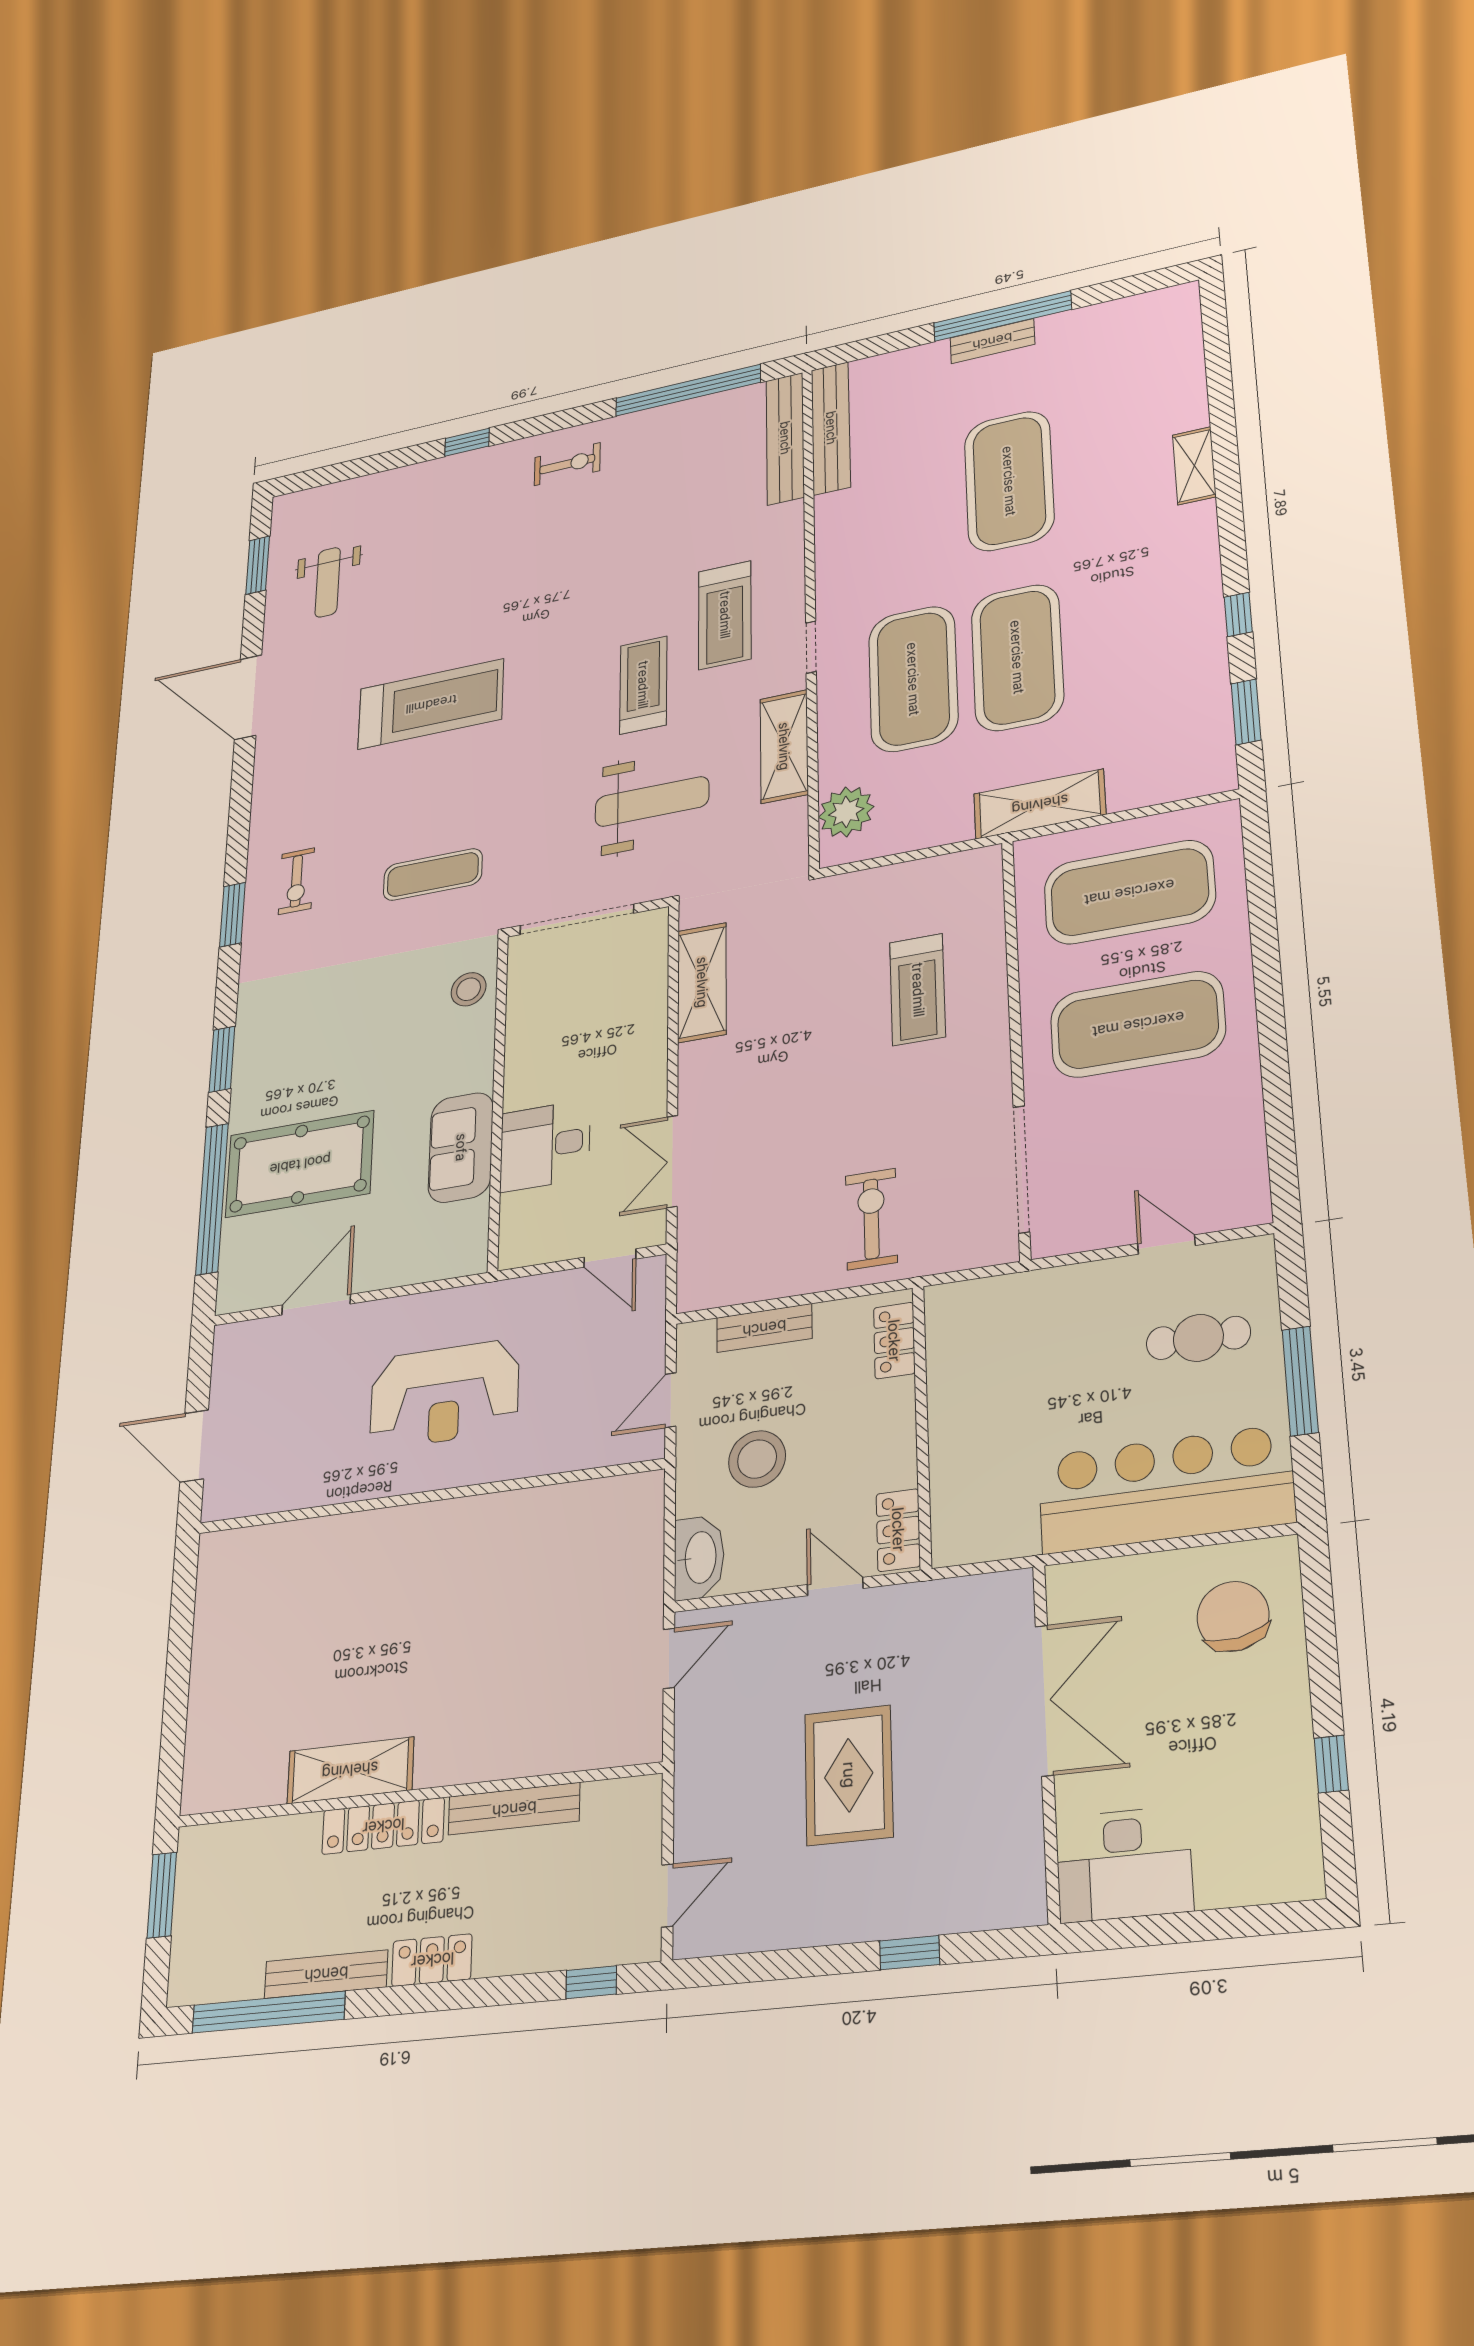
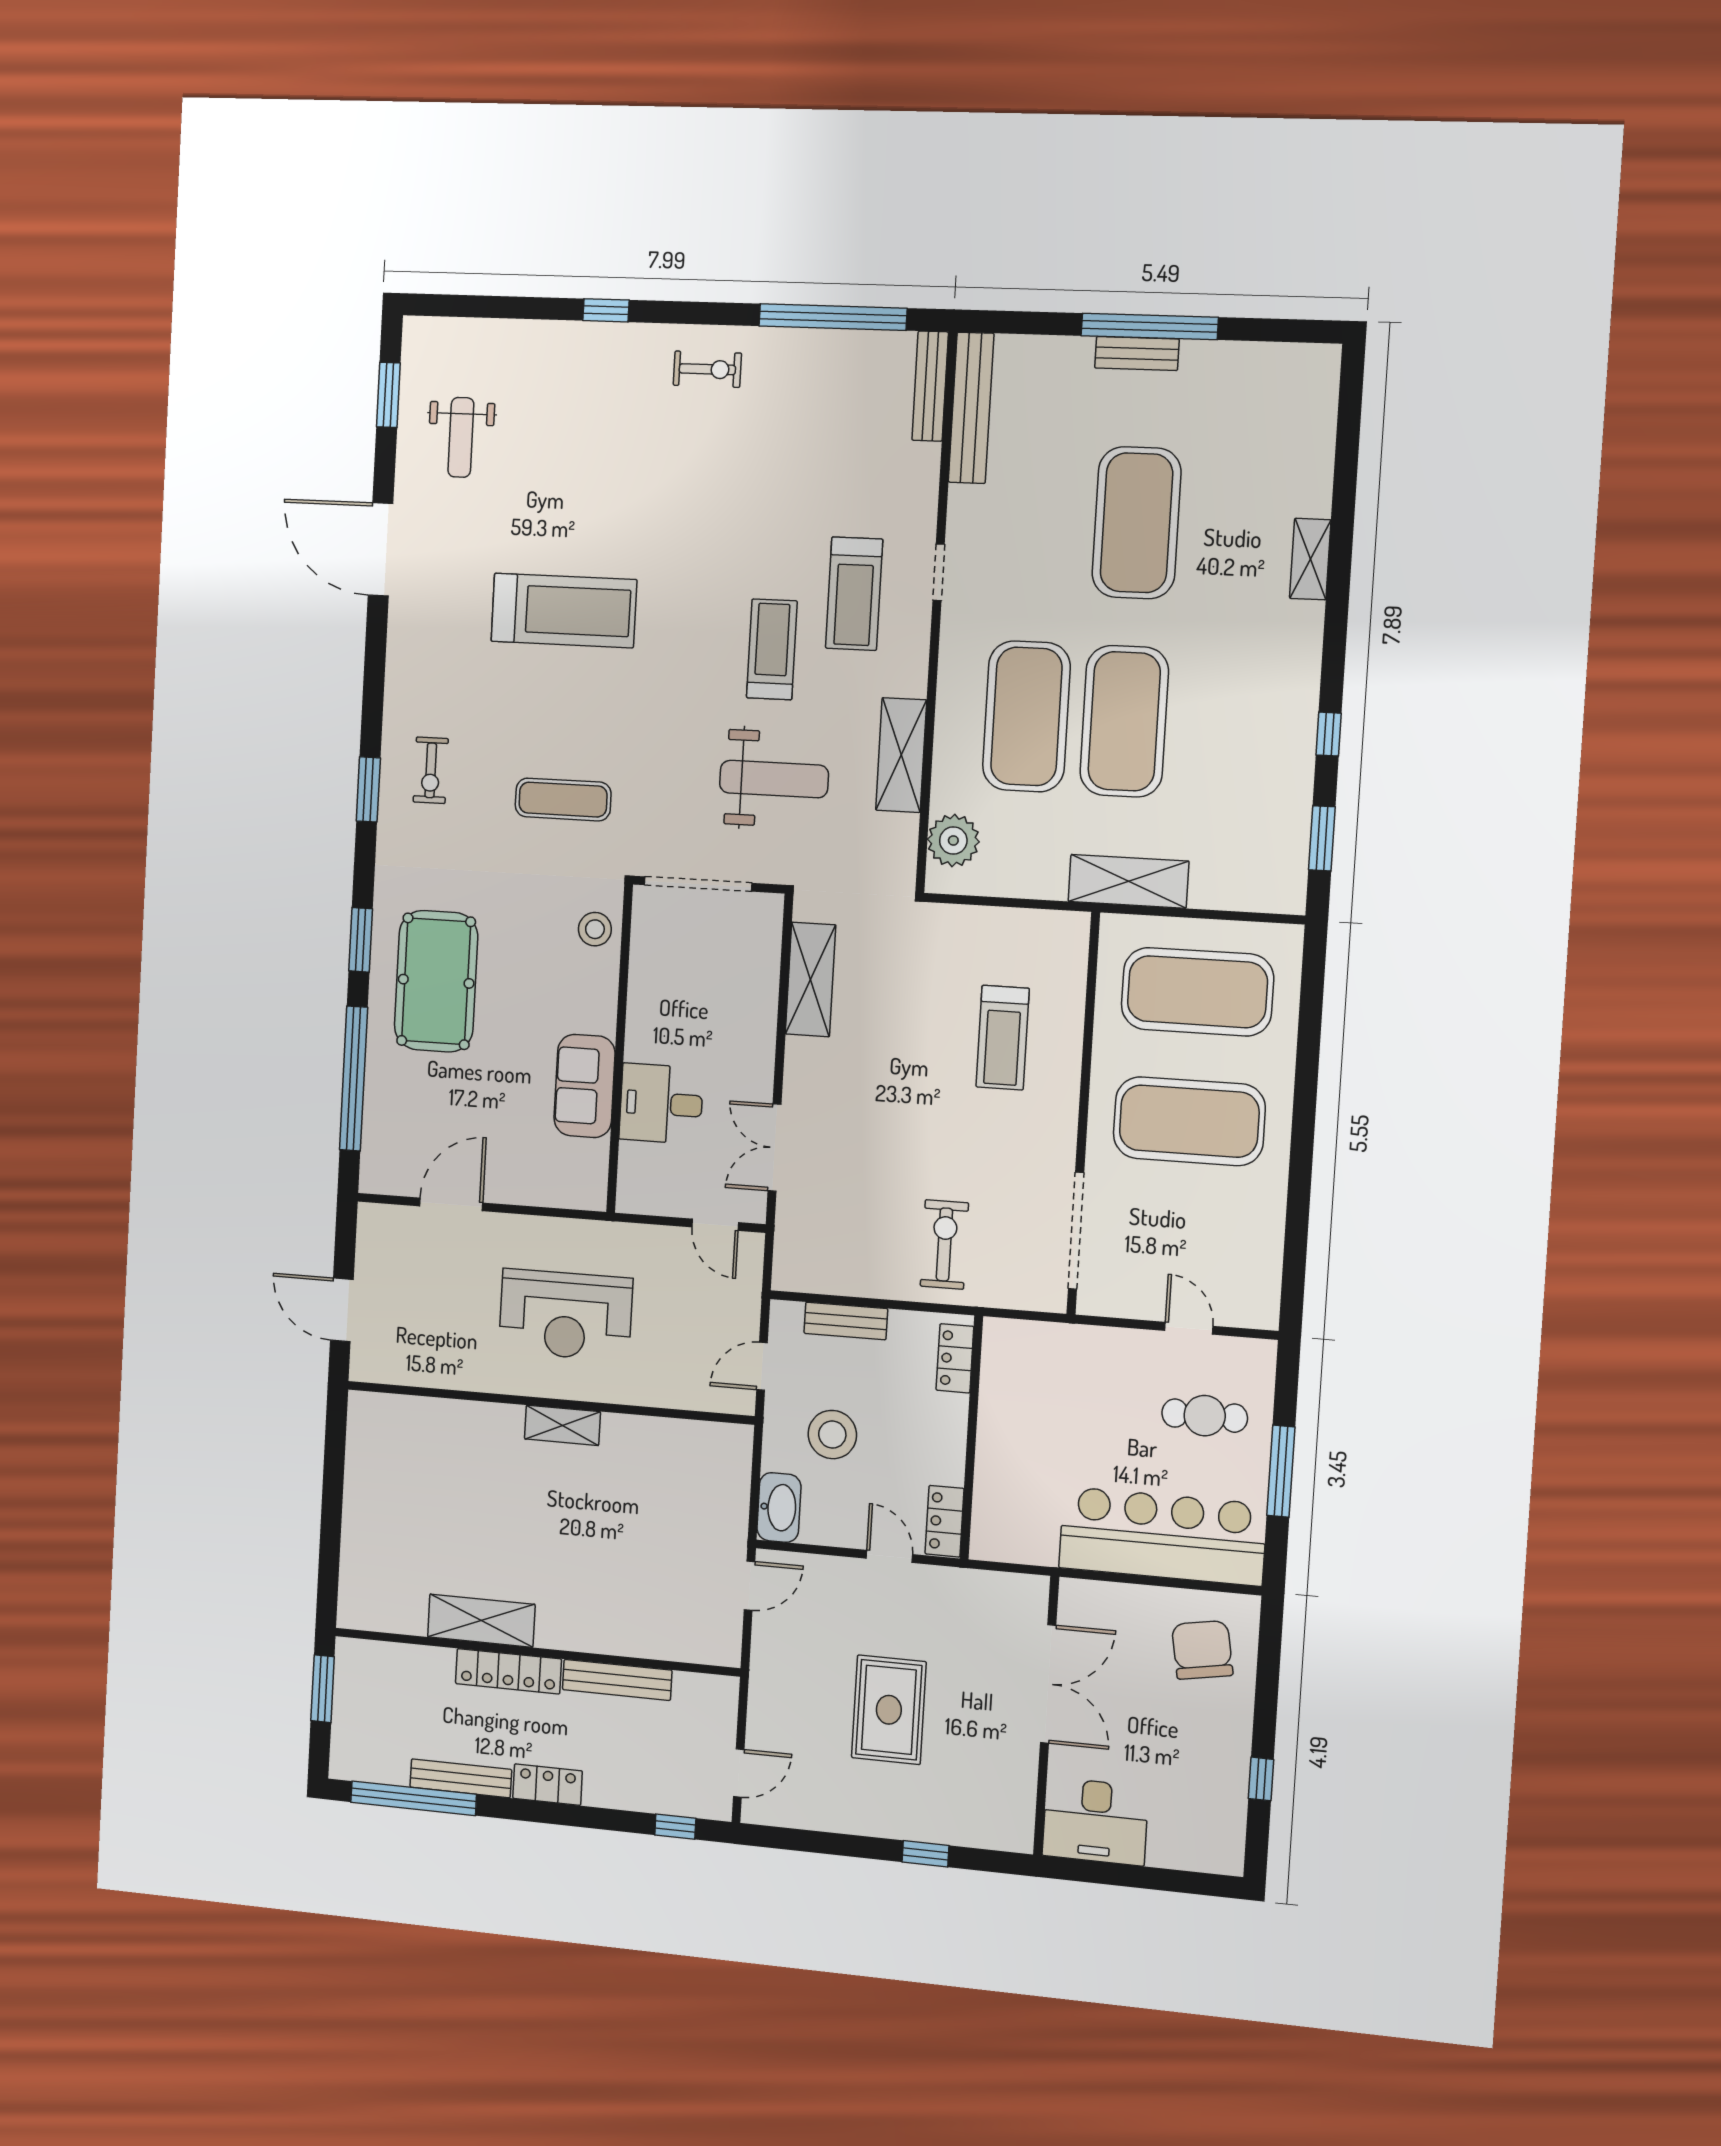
bench: (785, 438) -> (930, 386), width x0.73, depth x0.82
doorway: (811, 647) -> (939, 572), moved
pool table: (300, 1164) -> (436, 981), moved, turned 90
shelving: (443, 1519) -> (562, 1425), added

